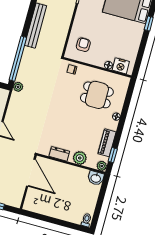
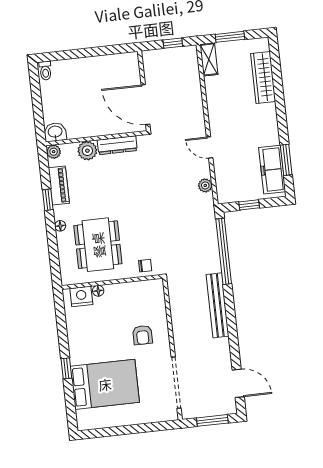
armchair: (83, 45) -> (143, 335), moved
plant: (18, 87) -> (205, 185), moved
dining table: (97, 95) -> (98, 245), width x1.38
dresser: (59, 154) -> (117, 145), width x1.44
window: (113, 155) -> (48, 200), moved

